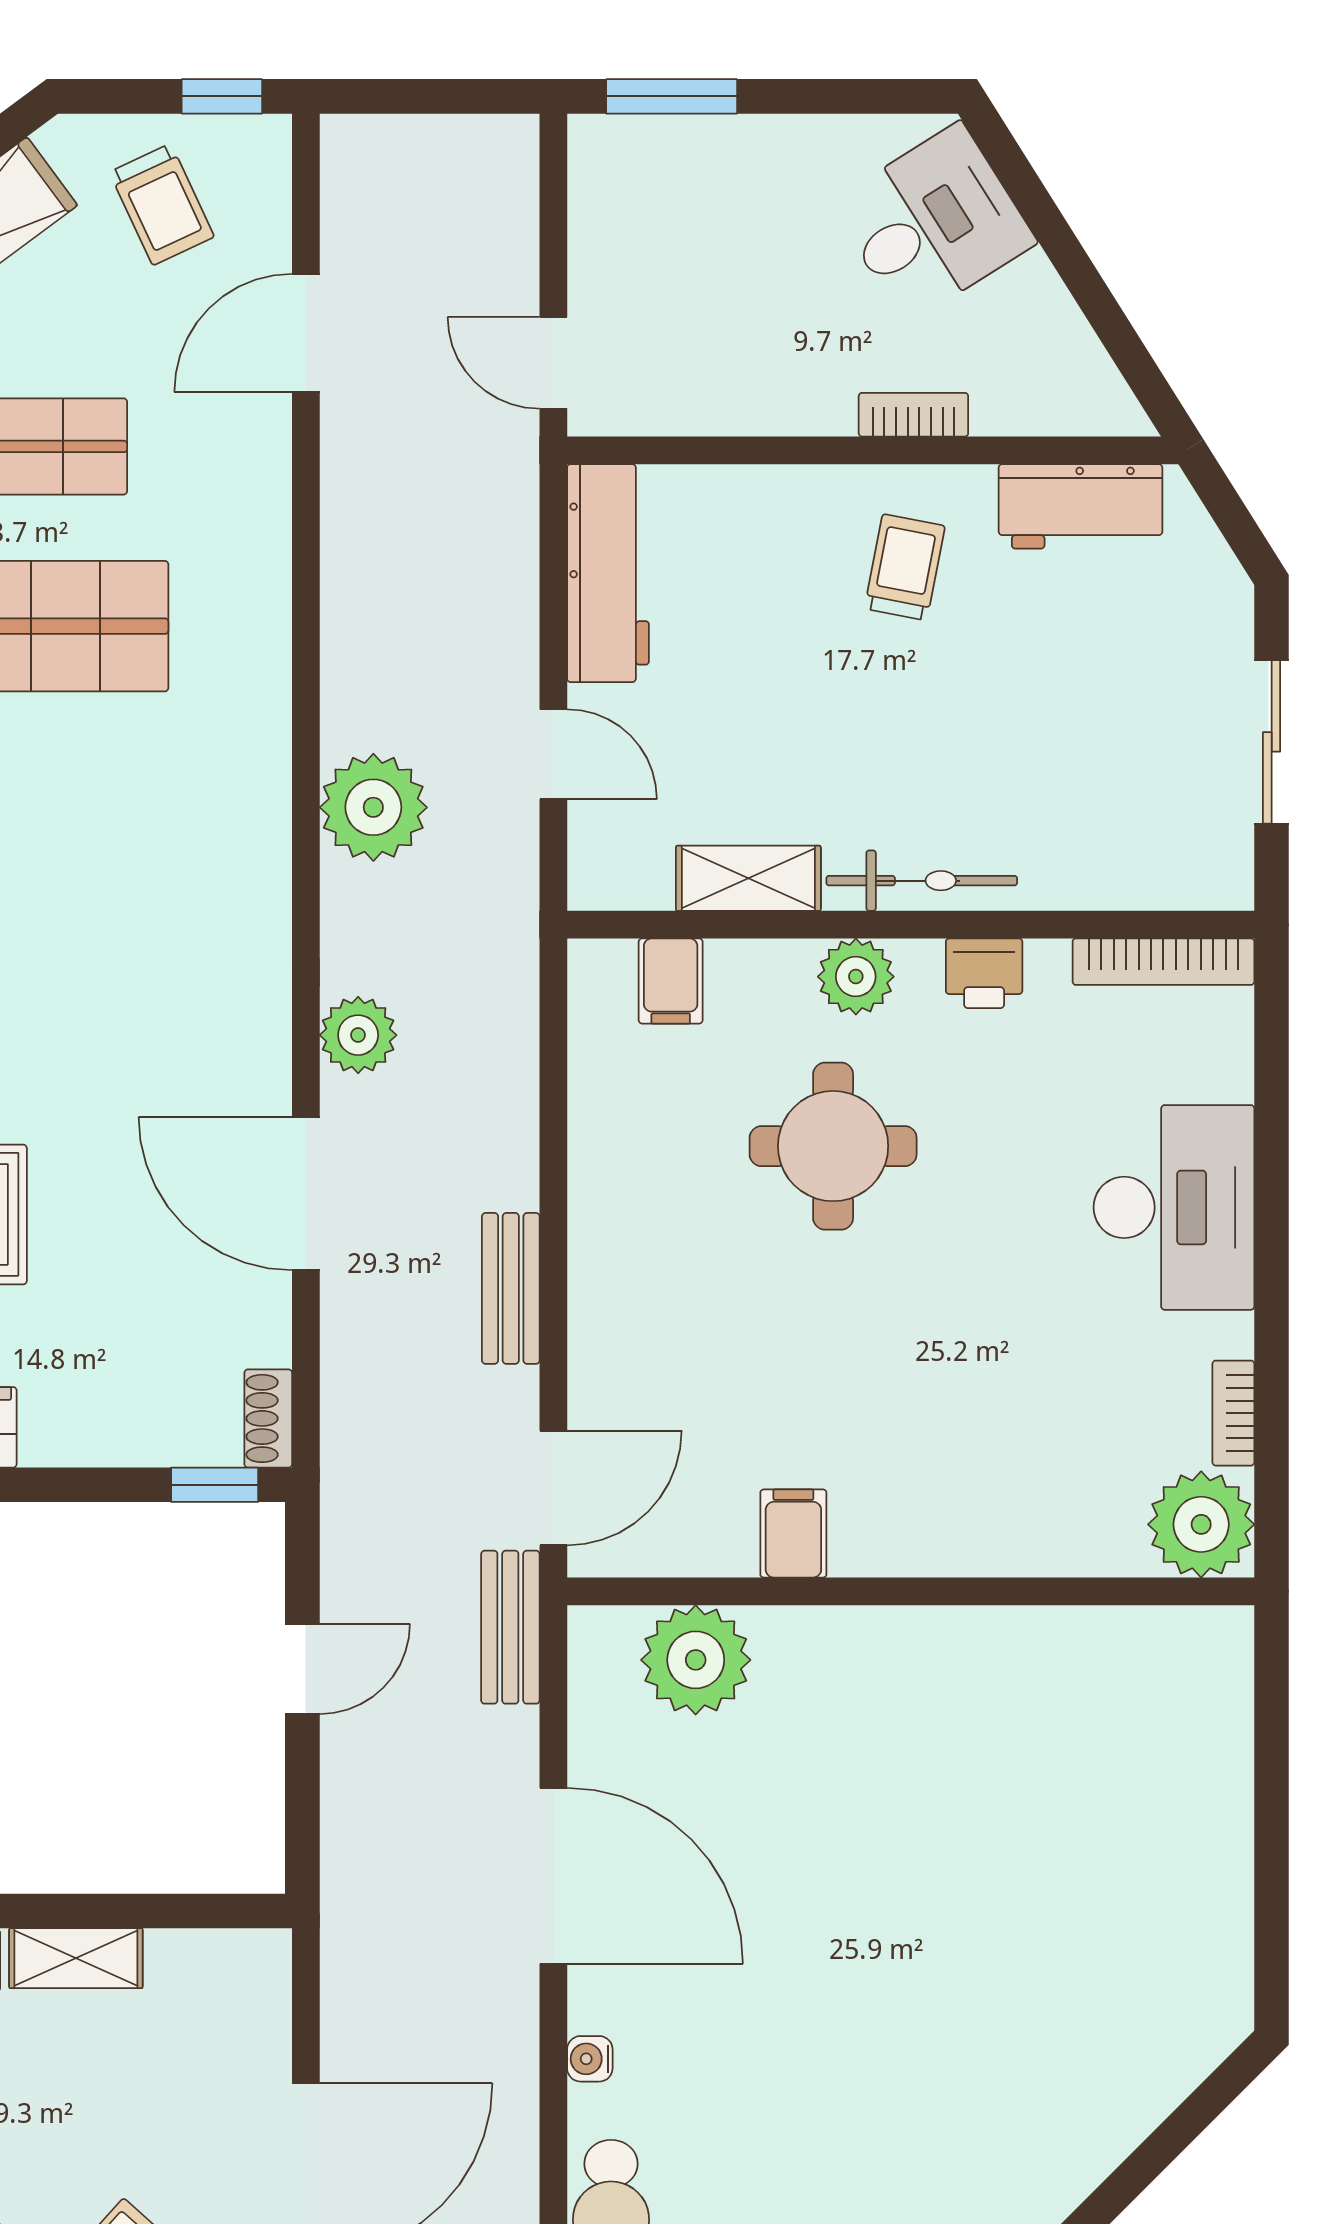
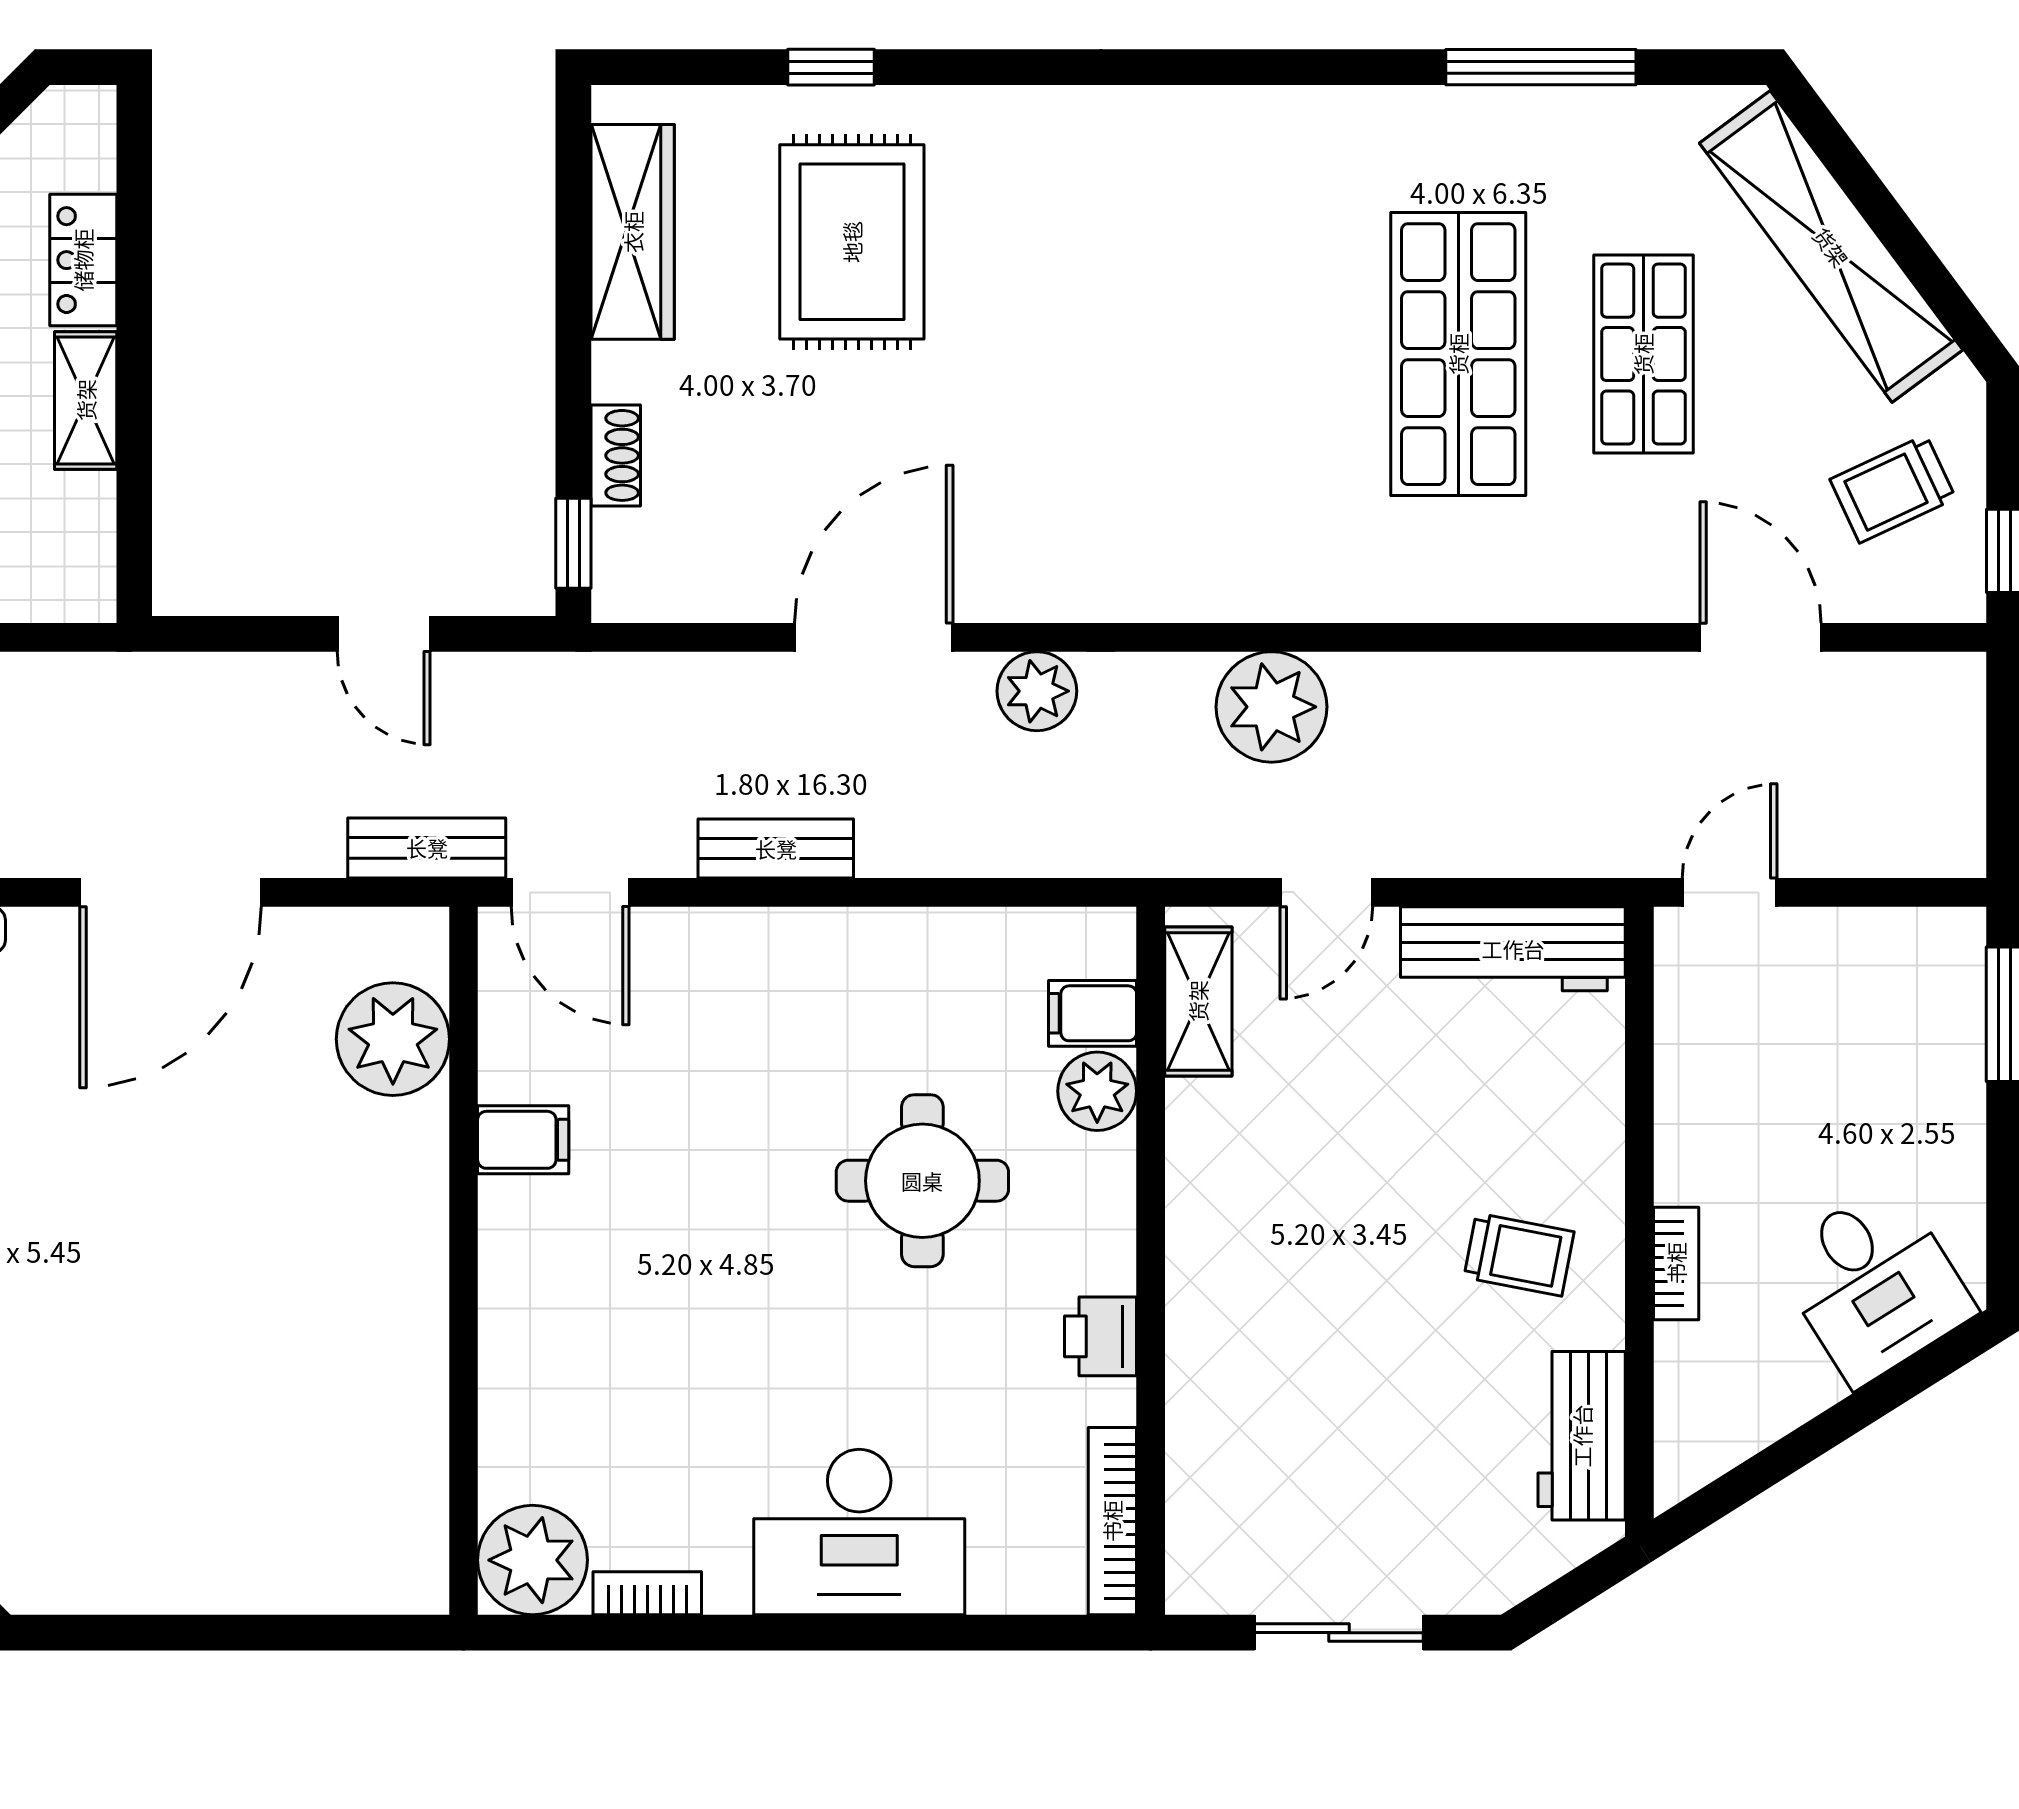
shelving: (748, 878) -> (1198, 1001), moved
bicycle: (922, 881) -> (1196, 1272), removed
plant: (856, 977) -> (1097, 1091), moved
shoe rack: (268, 1418) -> (616, 455), moved, turned 90

